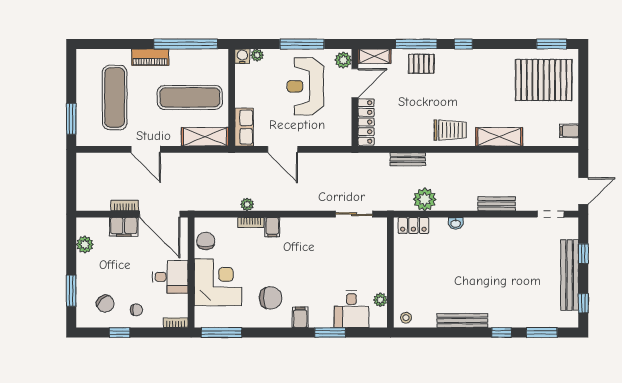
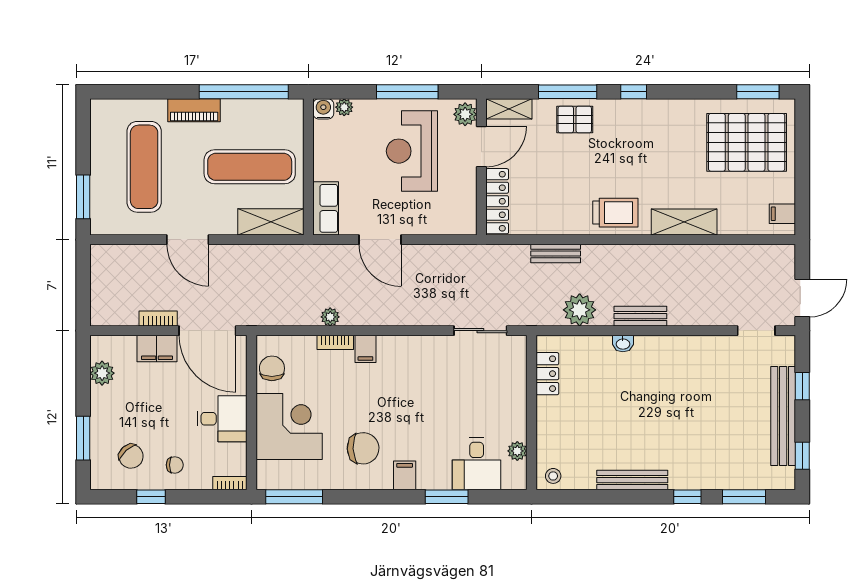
bench: (497, 204) -> (640, 316), moved
locker: (413, 225) -> (547, 374), moved, turned -90

